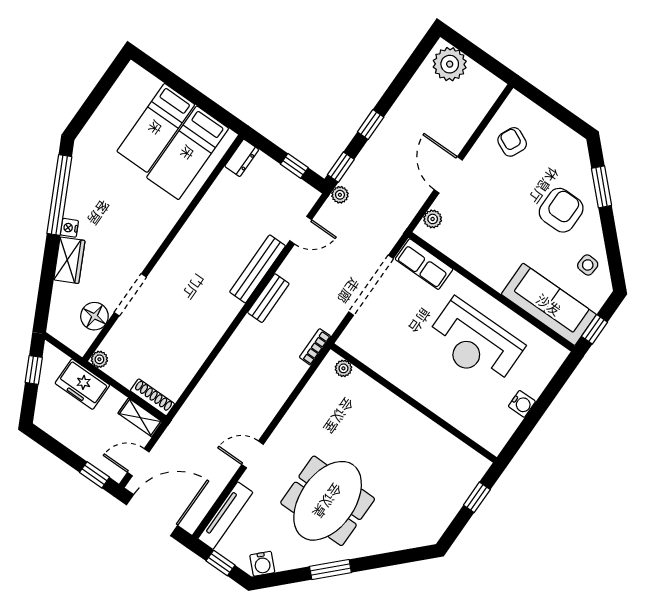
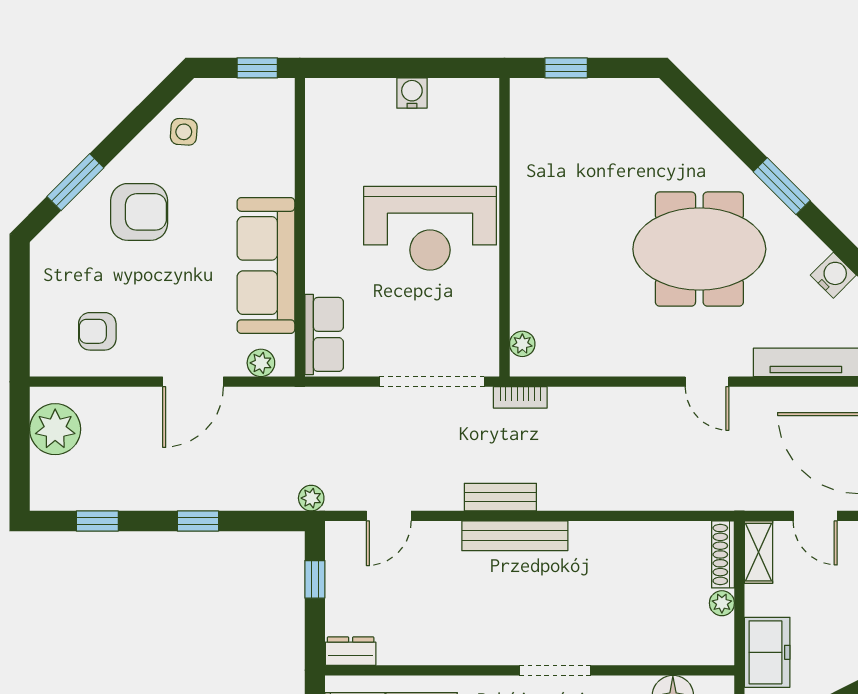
plant: (450, 64) -> (55, 429), moved
armchair: (512, 142) -> (97, 331), turned 65
window: (341, 167) -> (97, 521), moved
armchair: (561, 210) -> (139, 212), turned 180
door: (301, 230) -> (389, 516), swing flipped
bench: (257, 269) -> (515, 536), moved
doorway: (371, 285) -> (432, 382), moved
doorway: (130, 295) -> (555, 670), moved
sofa: (549, 304) -> (266, 266), moved
reception desk: (475, 343) -> (430, 228), moved, turned 90
plant: (99, 359) -> (722, 603), moved

